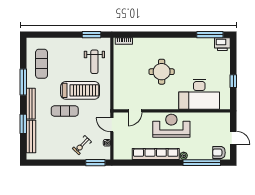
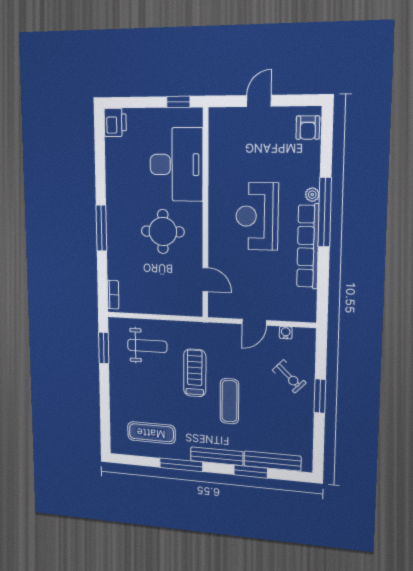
window: (210, 35) -> (101, 228), moved
treadmill: (80, 90) -> (195, 373), width x0.73, depth x0.73
desk: (199, 94) -> (176, 165), moved
door: (135, 111) -> (205, 280), moved
wall: (172, 111) -> (205, 214), moved
door: (233, 138) -> (259, 101), moved
window: (95, 163) -> (320, 396), moved
window: (202, 163) -> (325, 212), moved

